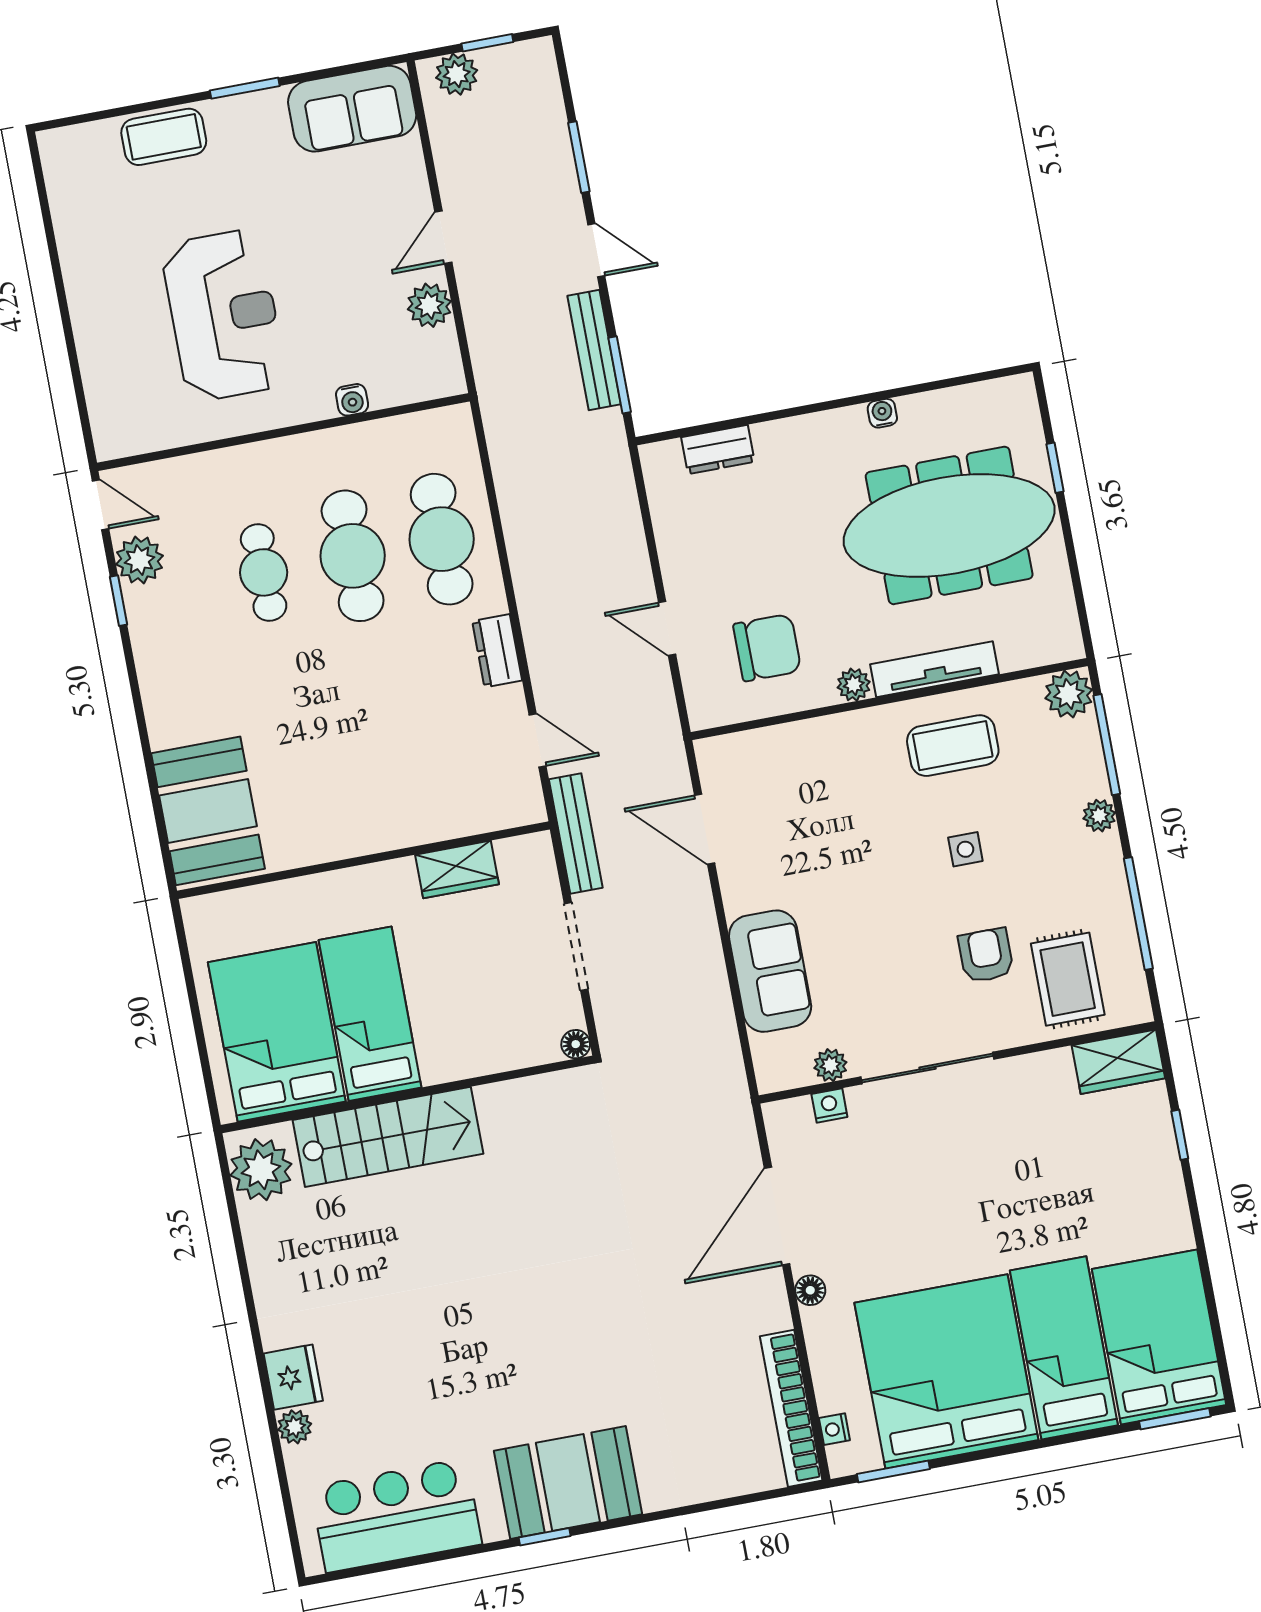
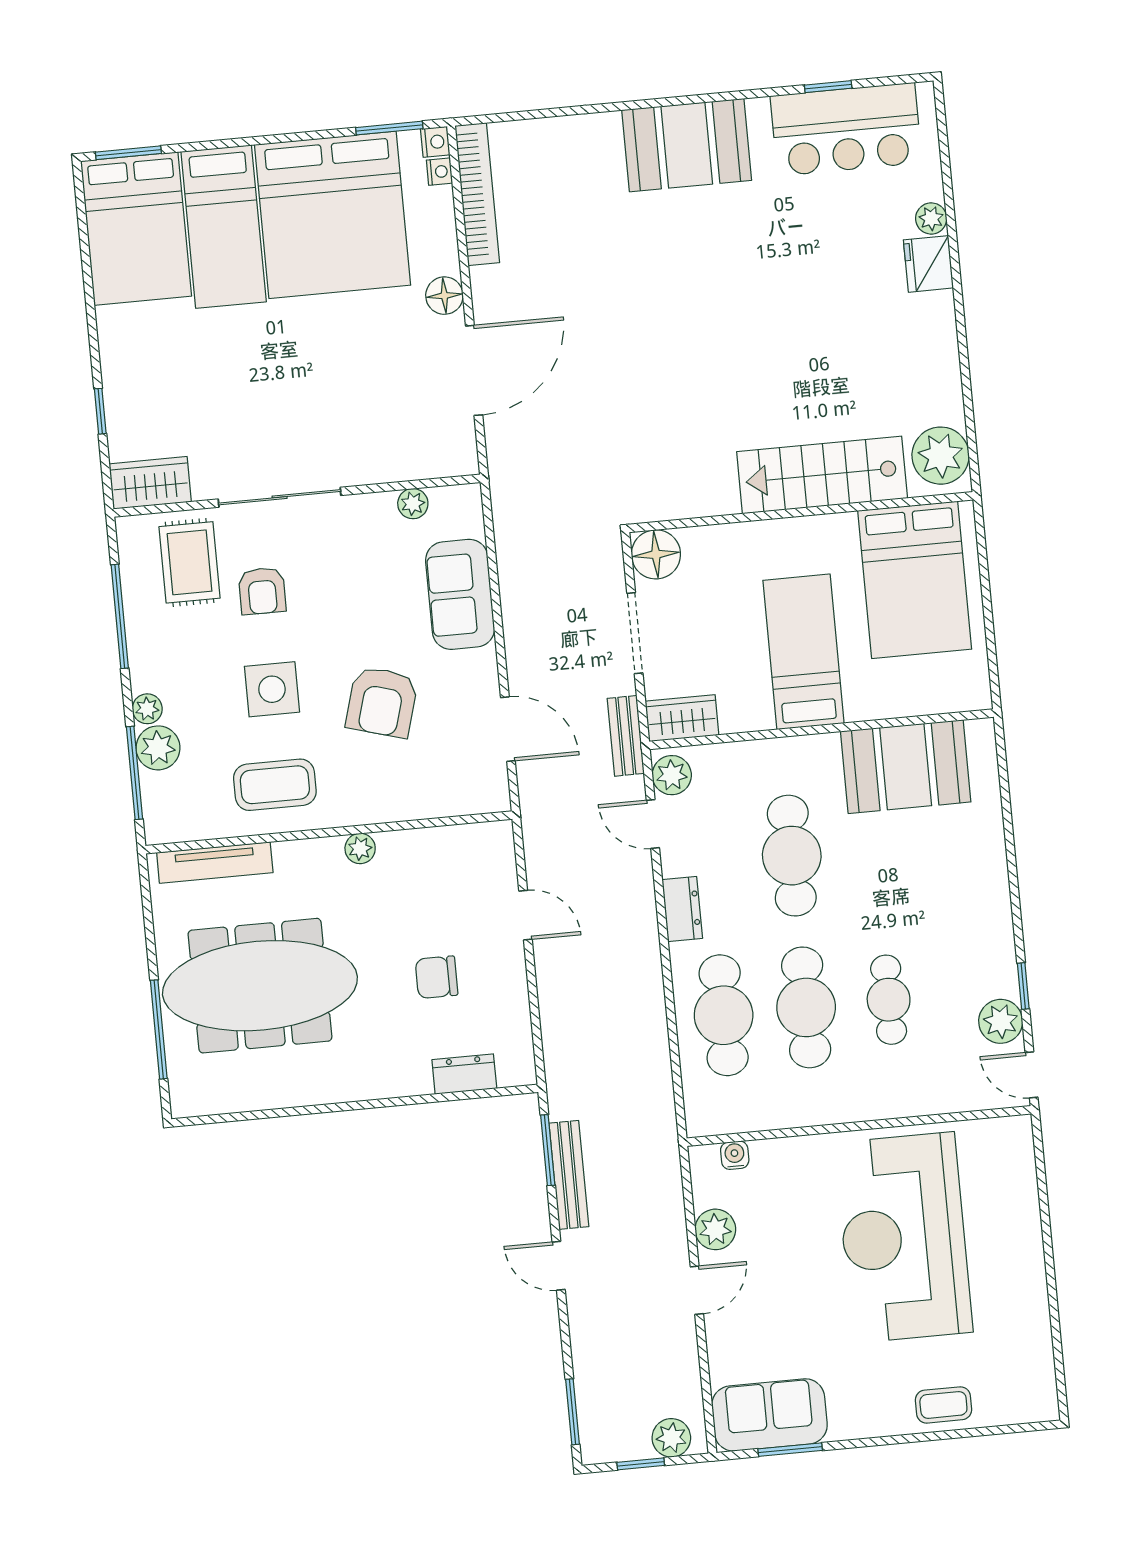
window: (245, 88) -> (790, 1450), moved
coffee table: (164, 137) -> (943, 1405), width x0.73, depth x0.77
window: (579, 157) -> (572, 1412), moved
reception desk: (224, 315) -> (904, 1237), width x1.36, depth x1.30
water cooler: (352, 400) -> (735, 1155), moved
water cooler: (882, 413) -> (311, 1094), removed
window: (1055, 468) -> (159, 1029), width x2.17
chair: (767, 648) -> (437, 977), moved, width x0.73, depth x0.73
tv unit: (934, 669) -> (215, 863), moved
plant: (1069, 694) -> (158, 748), moved
cafe table: (383, 720) -> (792, 856), added
plant: (522, 795) -> (672, 775), added
booth: (208, 811) -> (906, 767), moved, turned 90
bench: (576, 834) -> (626, 736), width x0.73
armchair: (845, 846) -> (382, 702), added
side table: (965, 849) -> (272, 689), width x1.87, depth x1.87
wardrobe: (457, 869) -> (682, 718), moved
bed: (370, 1014) -> (803, 652), moved, turned 180
floor lamp: (576, 1044) -> (656, 554), width x1.89, depth x1.89
sliding door: (927, 1068) -> (280, 497), moved
nightstand: (829, 1106) -> (435, 142), moved, turned -90
floor lamp: (810, 1290) -> (444, 296), width x1.37, depth x1.37
window: (545, 1537) -> (828, 87), moved

